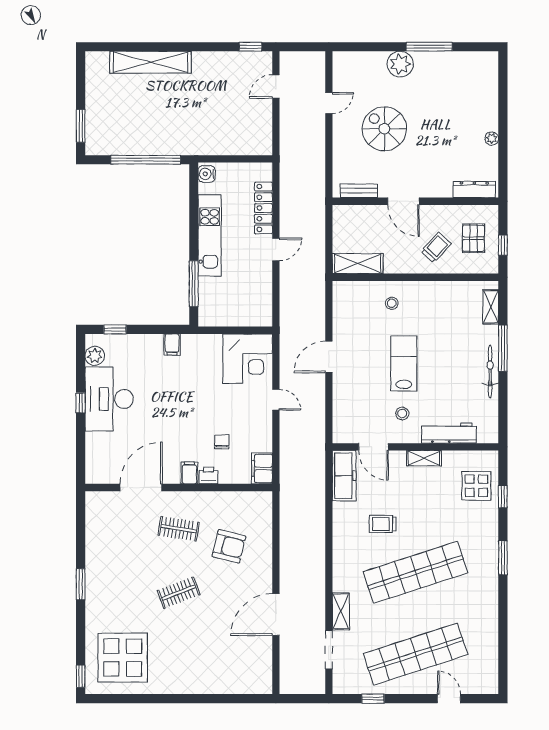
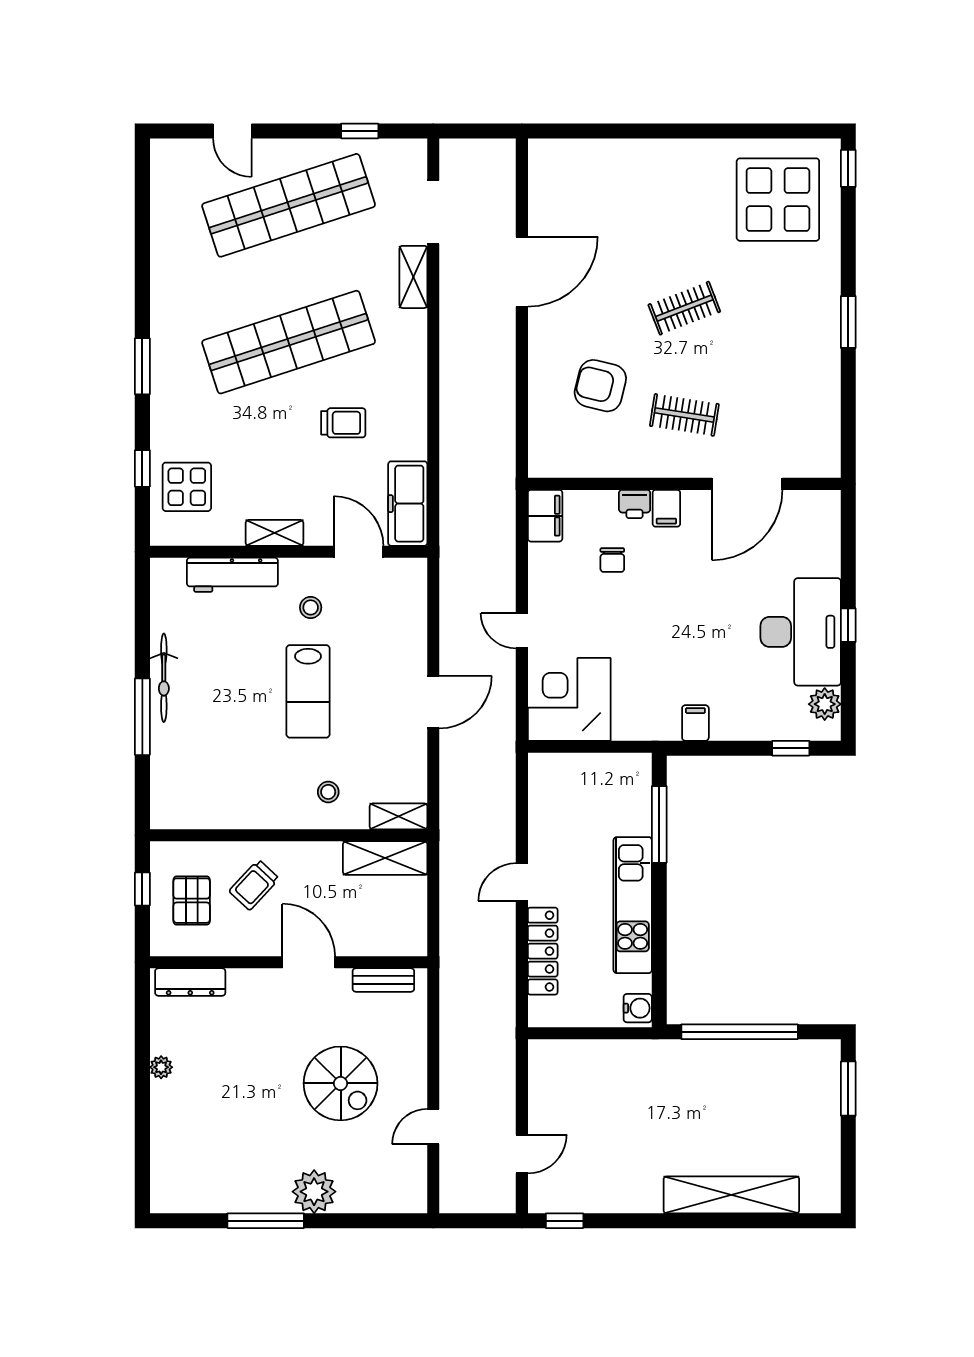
shelving: (491, 307) -> (399, 816), moved, turned 90

